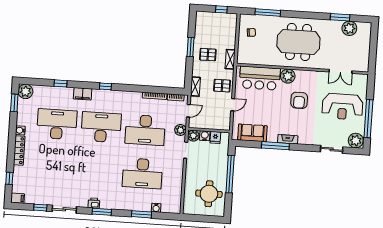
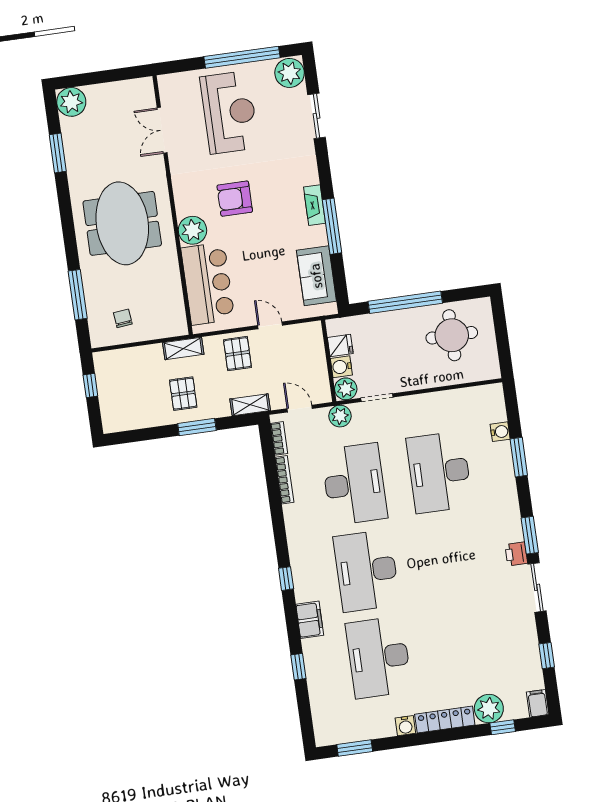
plant: (349, 28) -> (71, 102), moved
window: (191, 47) -> (197, 427), moved
double door: (341, 71) -> (162, 130), swing flipped
plant: (25, 91) -> (489, 709), moved
armchair: (299, 100) -> (235, 199), turned 180
desk: (142, 173) -> (439, 472), turned 180
sliding door: (64, 209) -> (537, 587), moved

